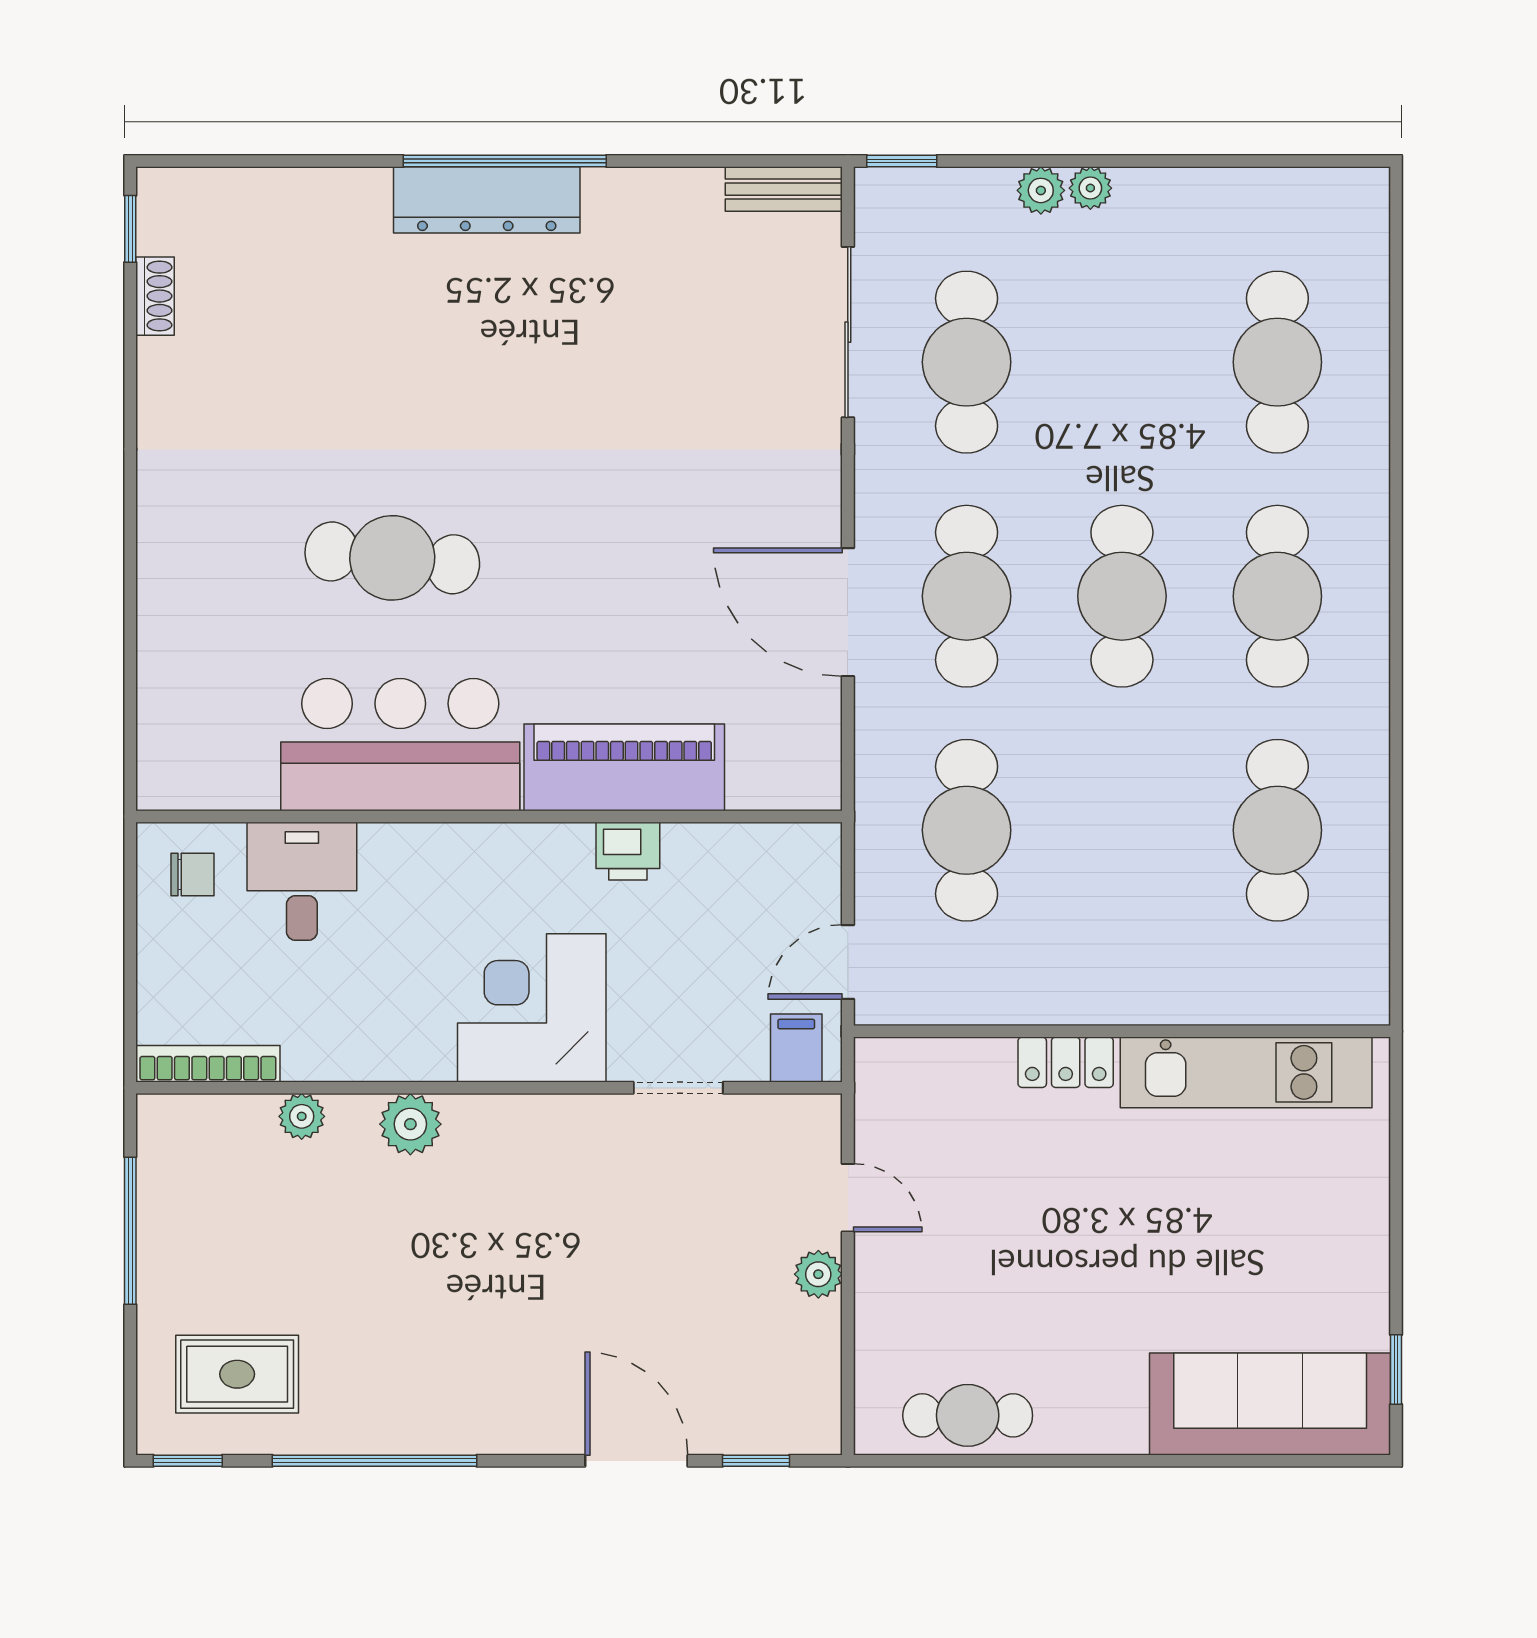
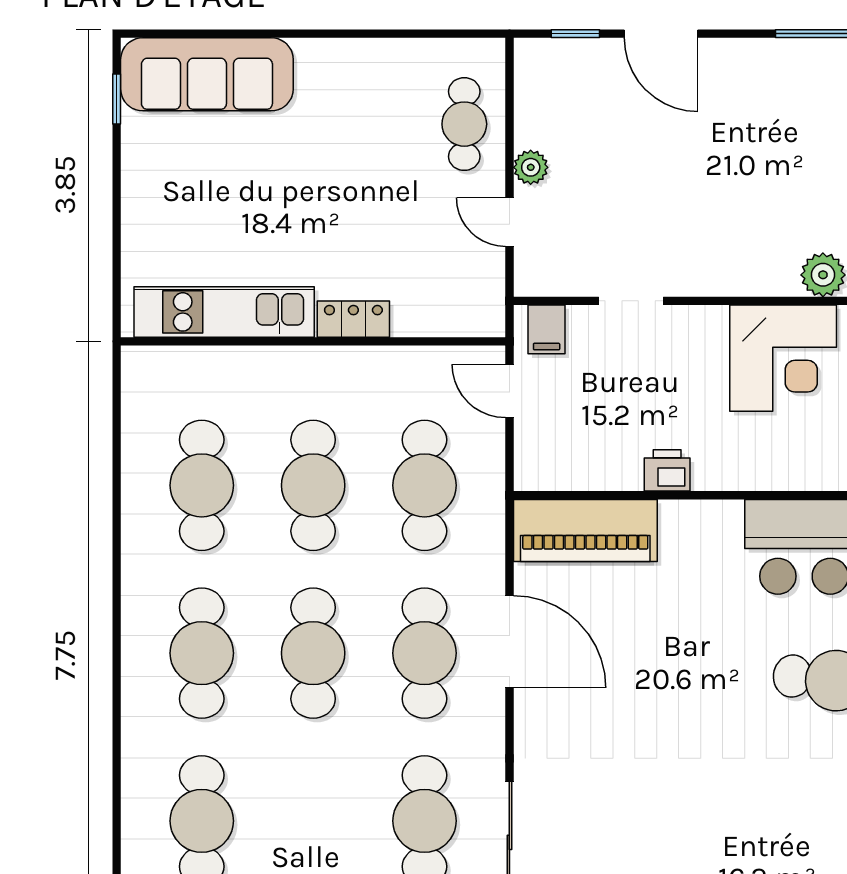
piano: (624, 767) -> (585, 530), moved
cafe table: (1122, 830) -> (313, 485), added
door: (848, 962) -> (509, 391), swing flipped
corner desk: (532, 1008) -> (783, 358), moved
cafe table: (968, 1415) -> (464, 124), moved, turned 90

